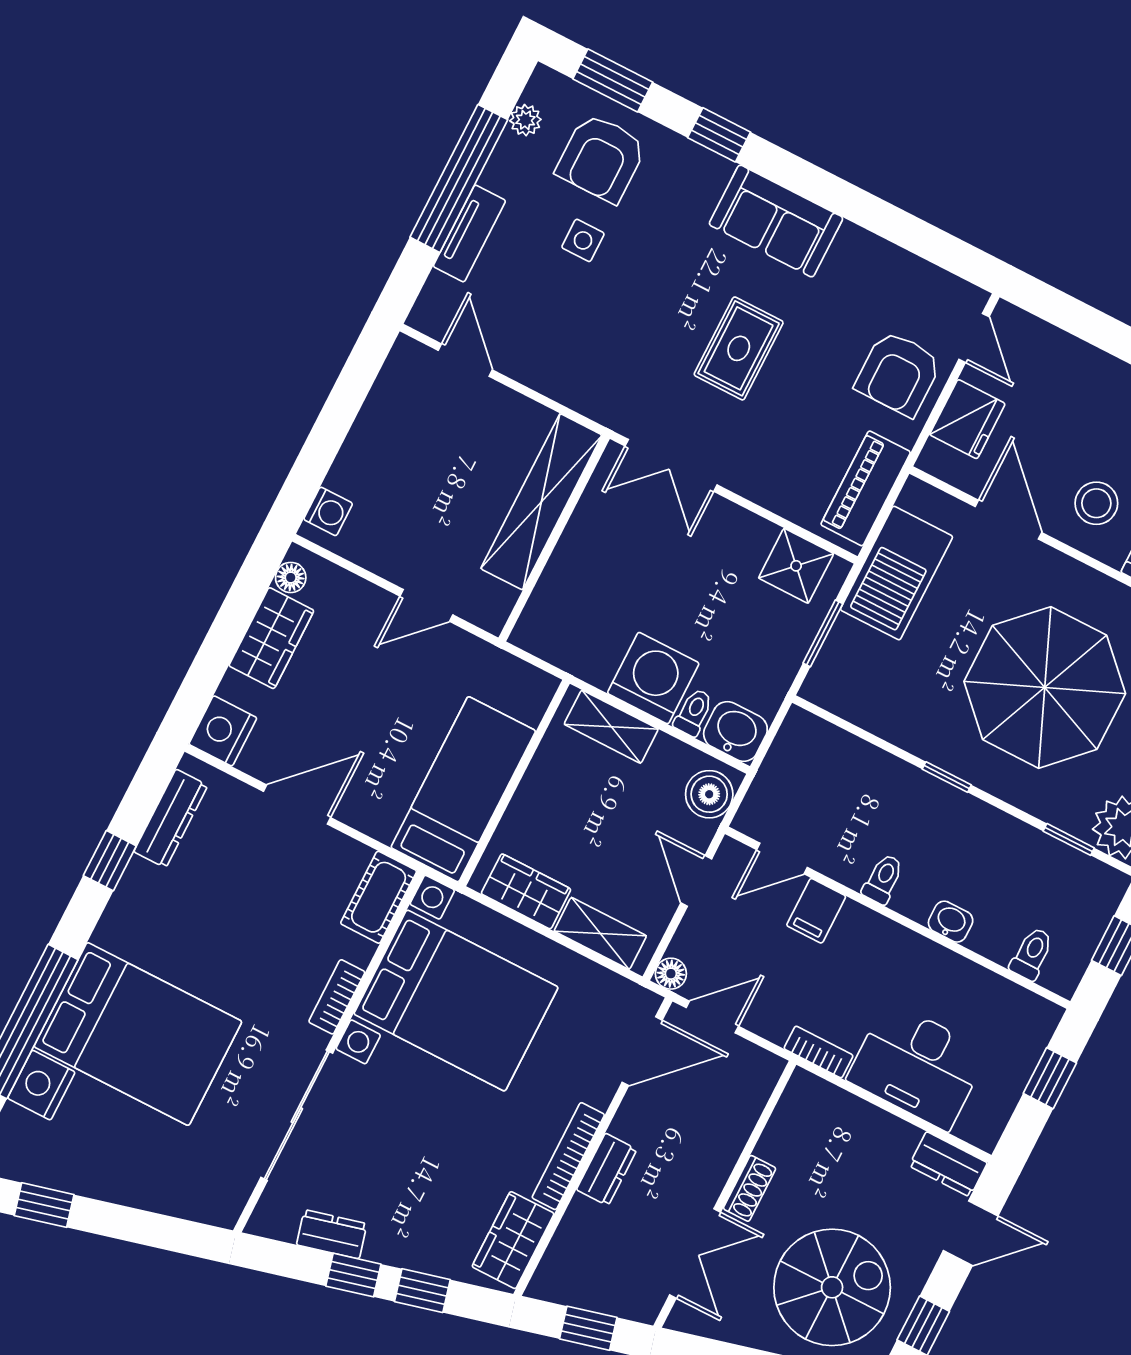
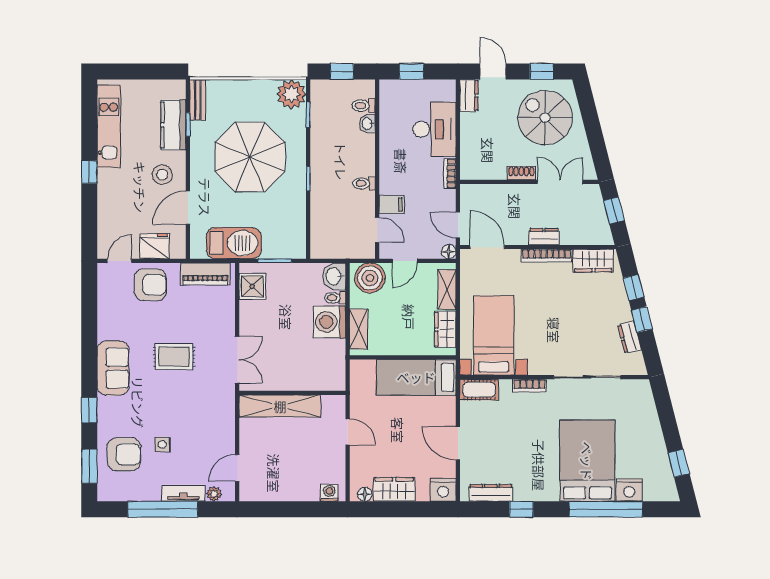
plant: (525, 120) -> (214, 494), moved
boiler: (709, 794) -> (370, 278), width x1.37, depth x1.37
washbasin: (951, 922) -> (367, 124), moved
bed with nightstands: (456, 1001) -> (494, 335), width x0.73

